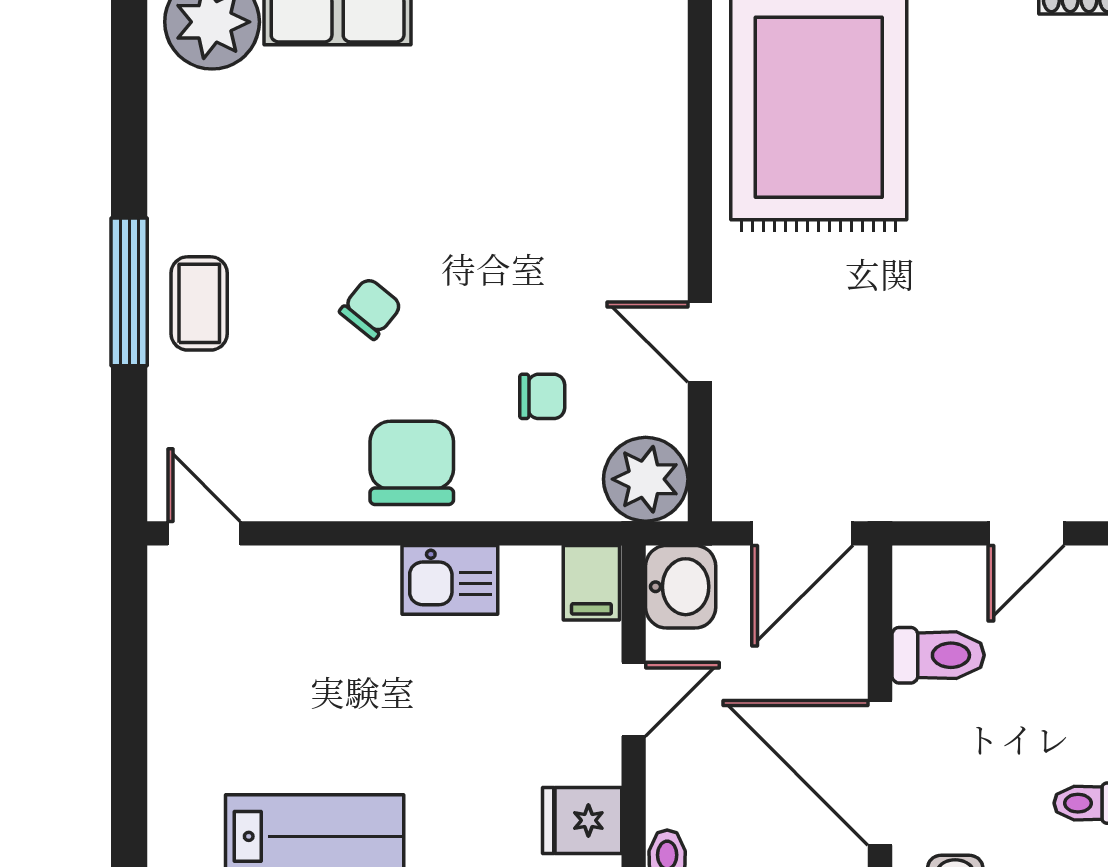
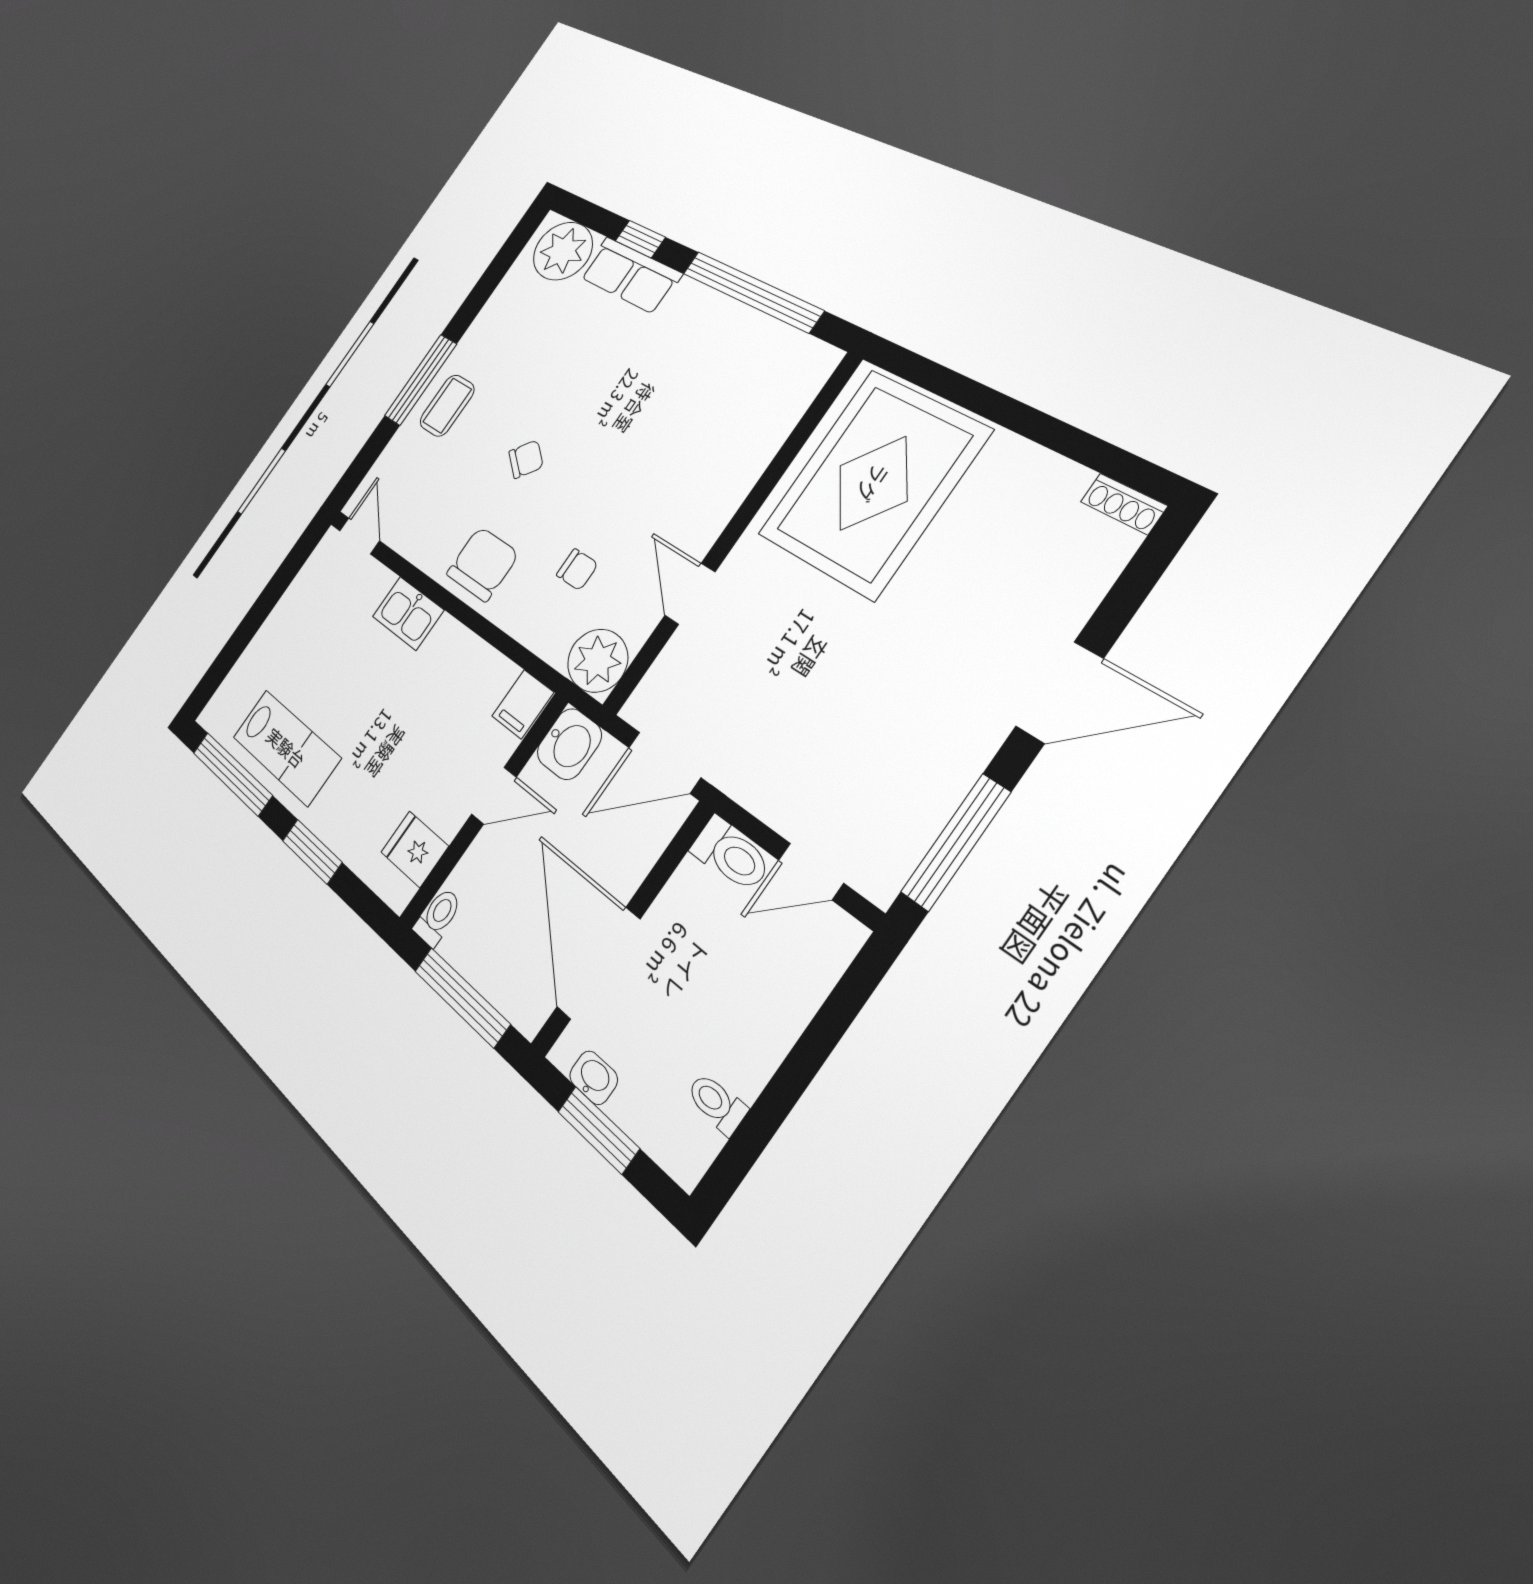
kitchen sink: (450, 580) -> (408, 613), moved
toilet: (938, 655) -> (731, 855), moved

